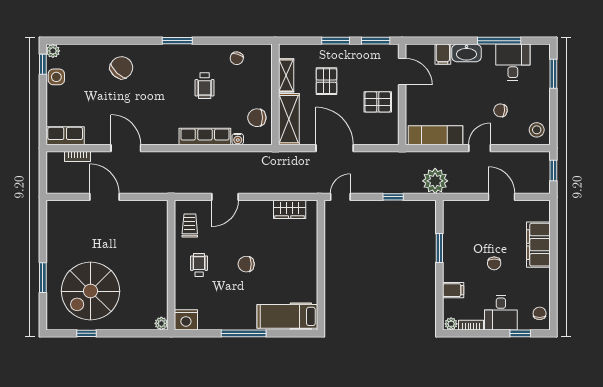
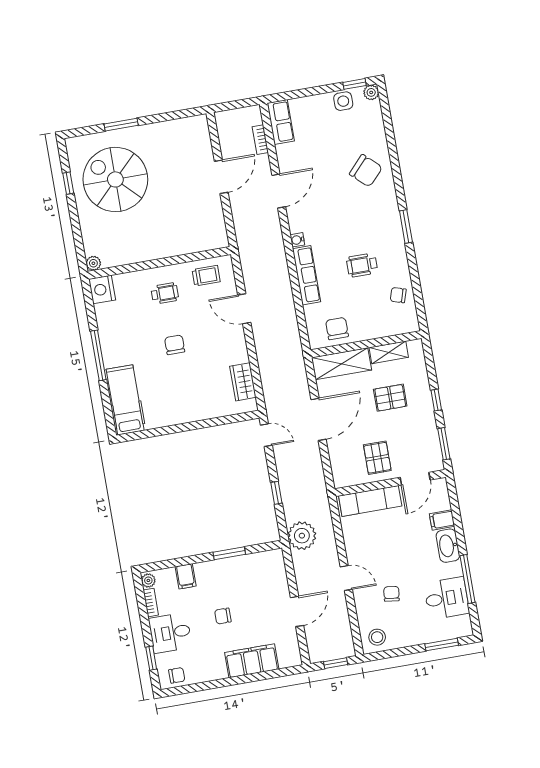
window: (336, 41) -> (436, 400), width x0.67
exam couch: (436, 135) -> (370, 501), moved, turned 90
water cooler: (238, 139) -> (297, 240), moved

